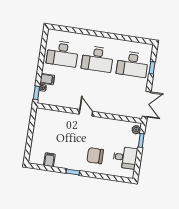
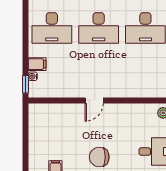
door: (86, 113) -> (94, 100), swing flipped
chair: (95, 156) -> (99, 157), moved

